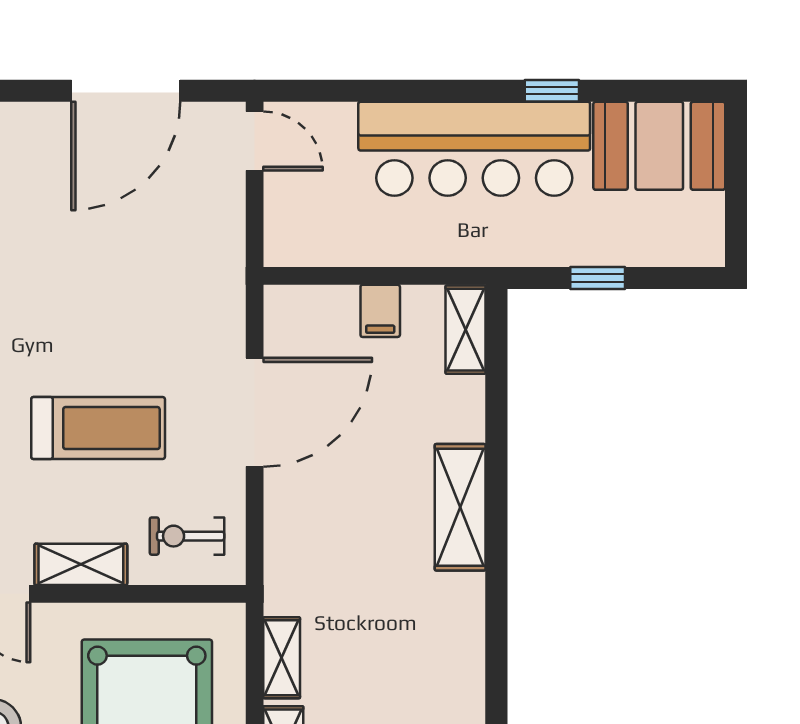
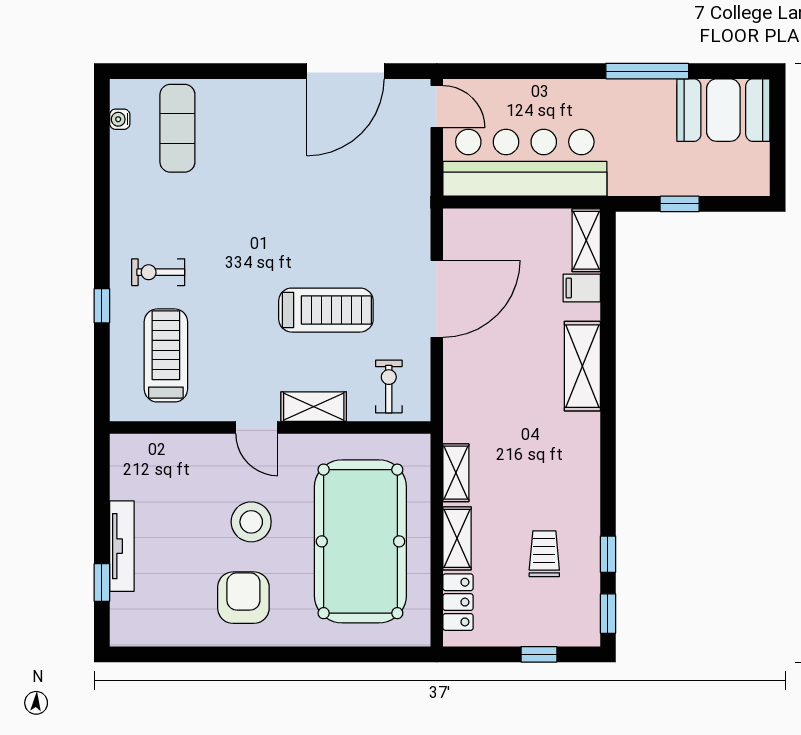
window: (552, 91) -> (647, 71), width x2.17
bar counter: (474, 149) -> (525, 163), moved, turned 180
filing cabinet: (380, 311) -> (582, 288), moved, turned 90
exercise bike: (187, 536) -> (389, 387), turned 90

